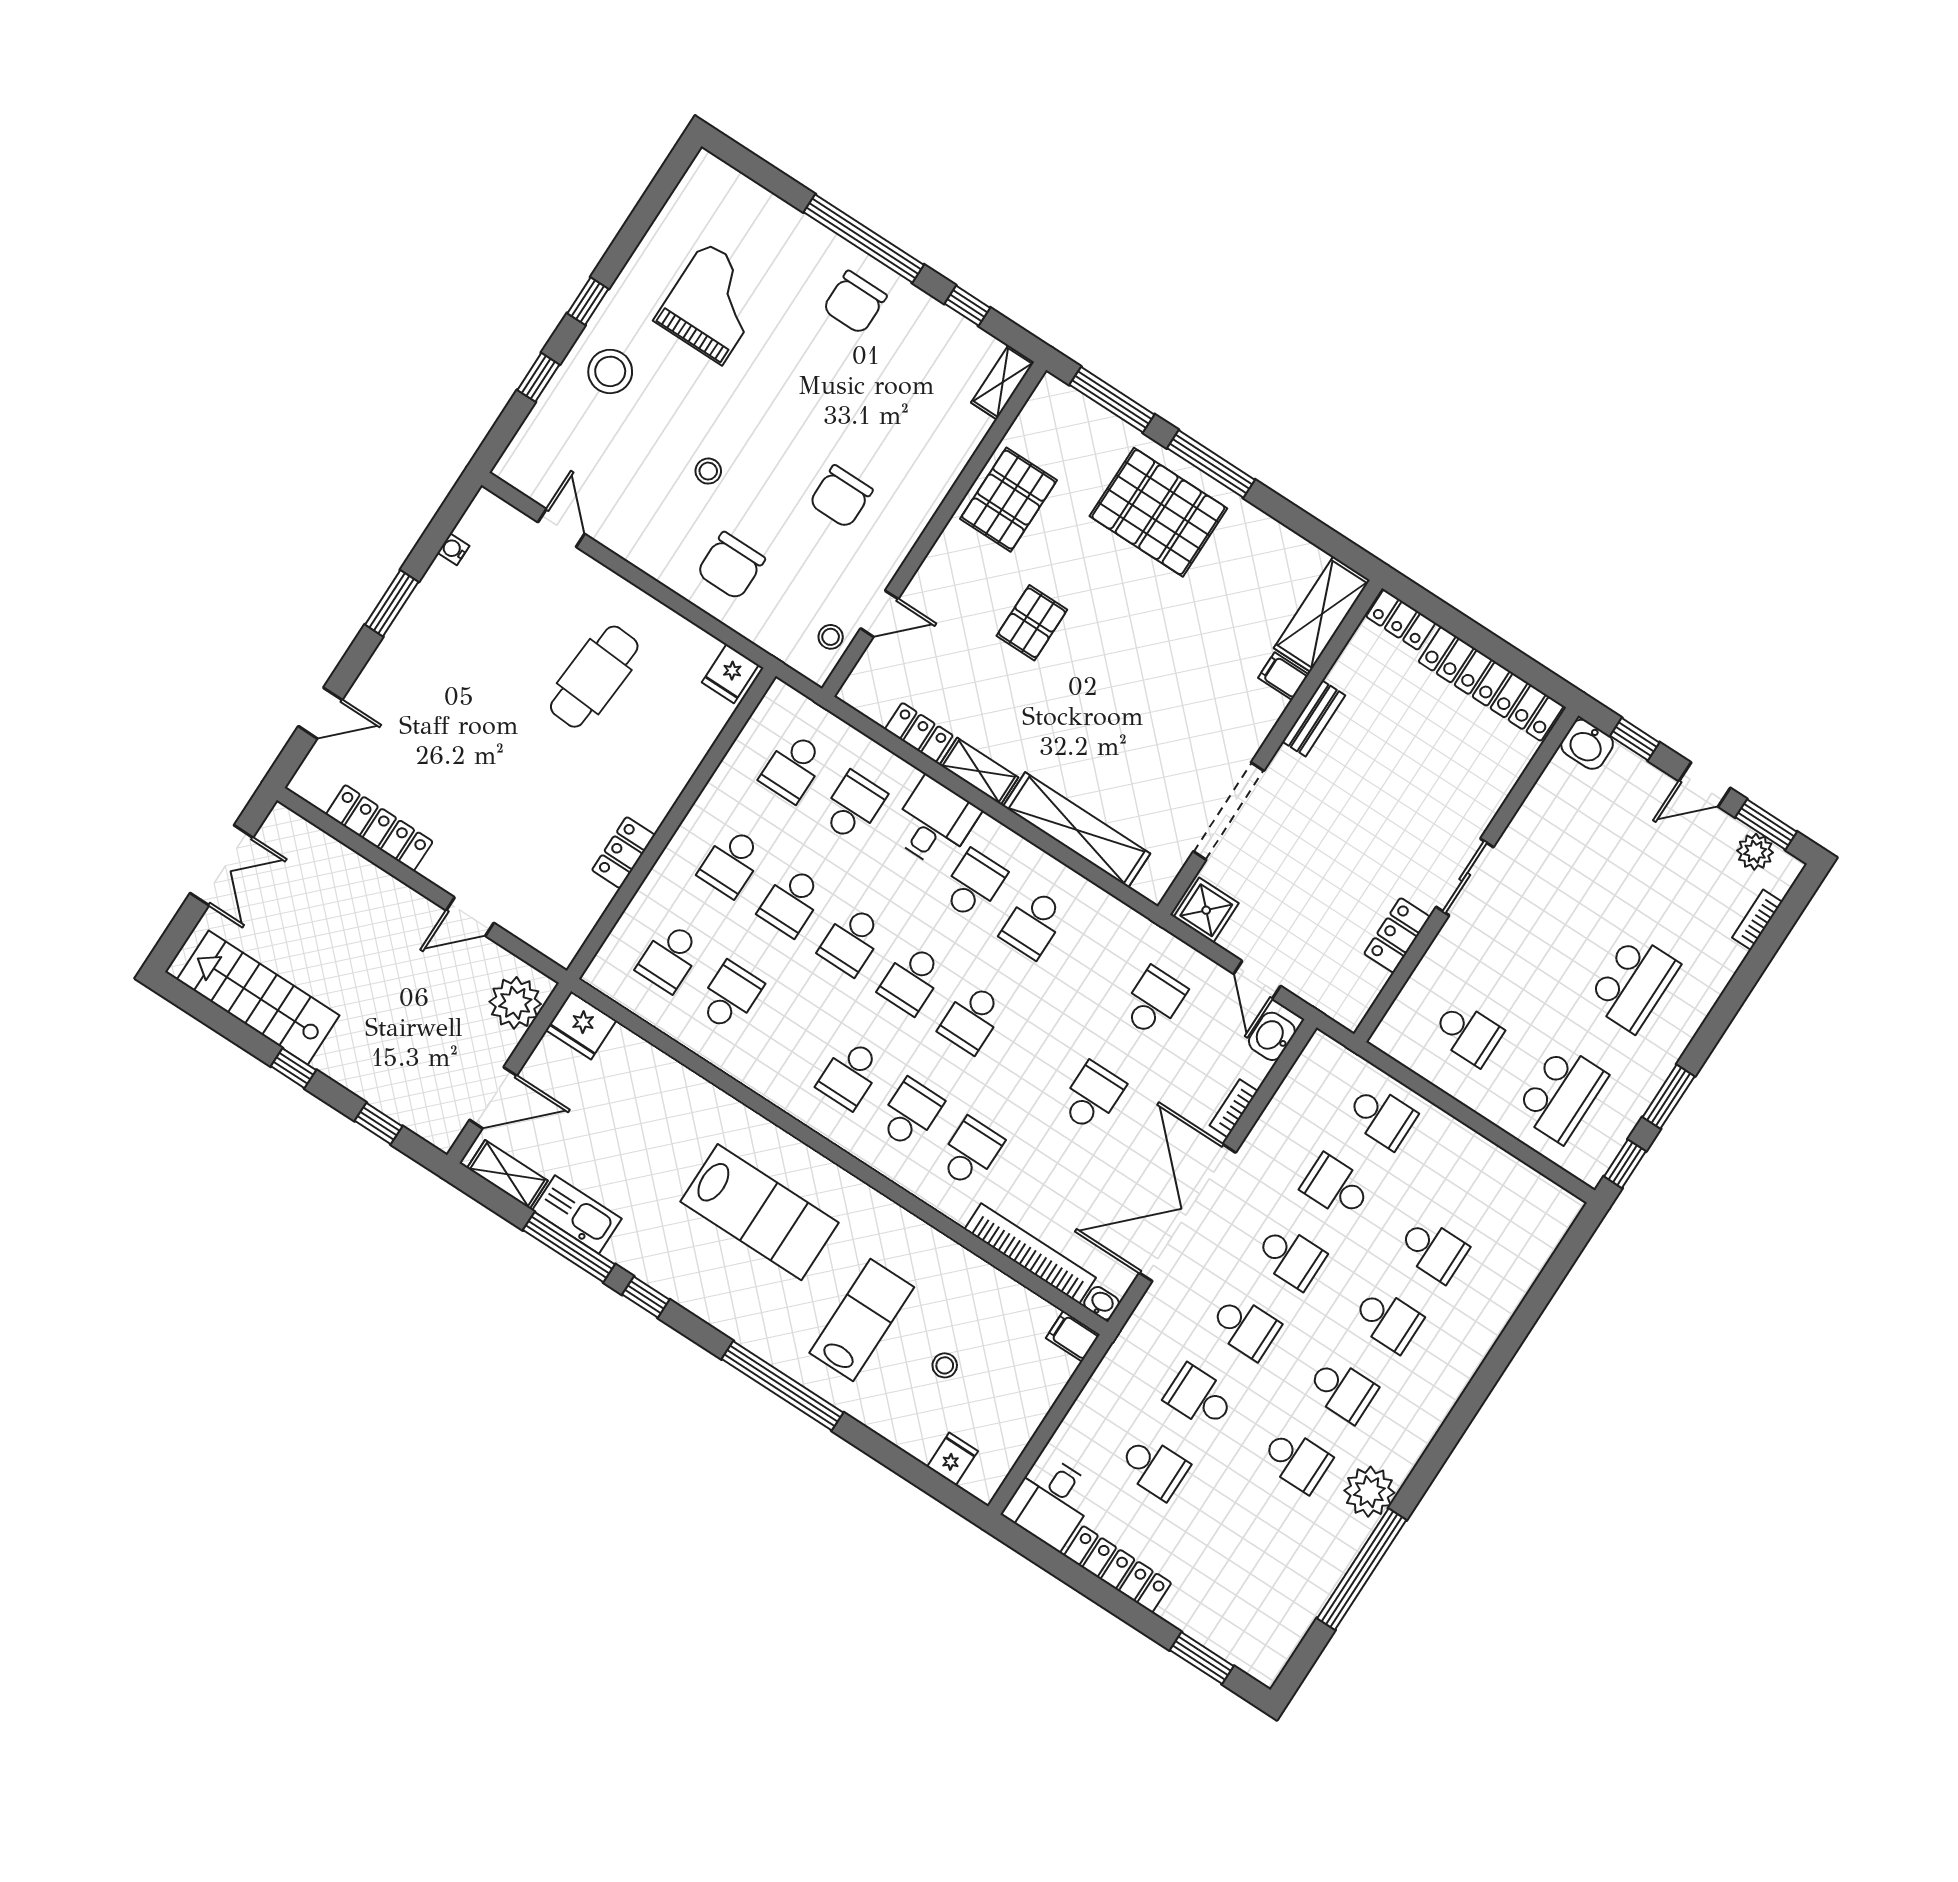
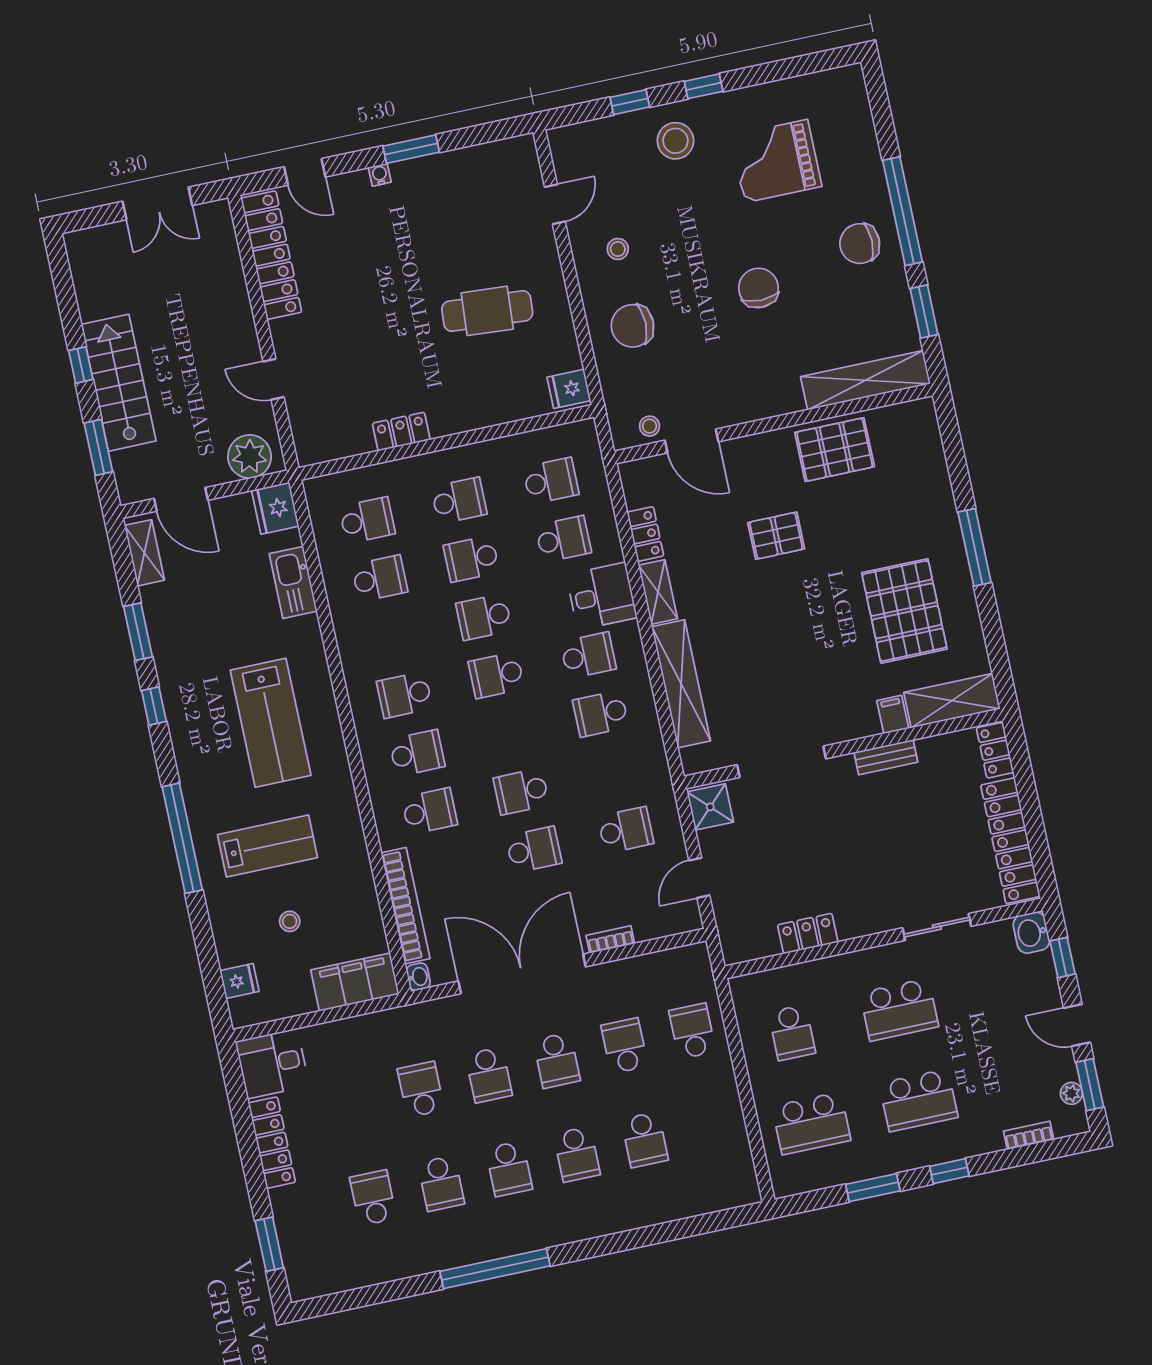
grand piano: (713, 303) -> (776, 161), turned 180
window: (967, 306) -> (924, 311), width x1.50
shelving: (1003, 382) -> (865, 380), width x2.20, depth x1.33
window: (1112, 400) -> (954, 451), removed
stool: (708, 471) -> (618, 249), moved
chair: (841, 497) -> (758, 288), moved, turned 90
pallet: (1158, 512) -> (904, 611), moved
water cooler: (453, 549) -> (380, 175), moved
door: (879, 614) -> (692, 441), width x1.38
school desk: (793, 768) -> (551, 481), turned 180
locker: (379, 828) -> (271, 255), width x1.41, depth x1.21
plant: (1755, 852) -> (1071, 1093), width x0.73, depth x0.73
school desk: (731, 862) -> (459, 501), turned 180
sliding door: (1465, 877) -> (937, 927), moved
school desk: (1540, 923) -> (899, 1010), added
school desk: (670, 957) -> (367, 520), turned 180
stairs: (258, 998) -> (119, 383), moved
school desk: (972, 1019) -> (521, 791), moved
washbasin: (1272, 1036) -> (675, 920), removed
school desk: (1382, 1117) -> (692, 1031), turned 180
window: (378, 1123) -> (98, 447), width x1.50
window: (1625, 1164) -> (949, 1171), moved
kitchen sink: (577, 1215) -> (293, 582), moved, turned 180
window: (569, 1247) -> (138, 632), width x0.69
filing cabinet: (1073, 1336) -> (355, 982), width x3.00, depth x1.17
school desk: (1154, 1467) -> (373, 1198), moved, turned 180
plant: (1369, 1492) -> (465, 1244), removed
window: (1362, 1569) -> (495, 1269), moved

